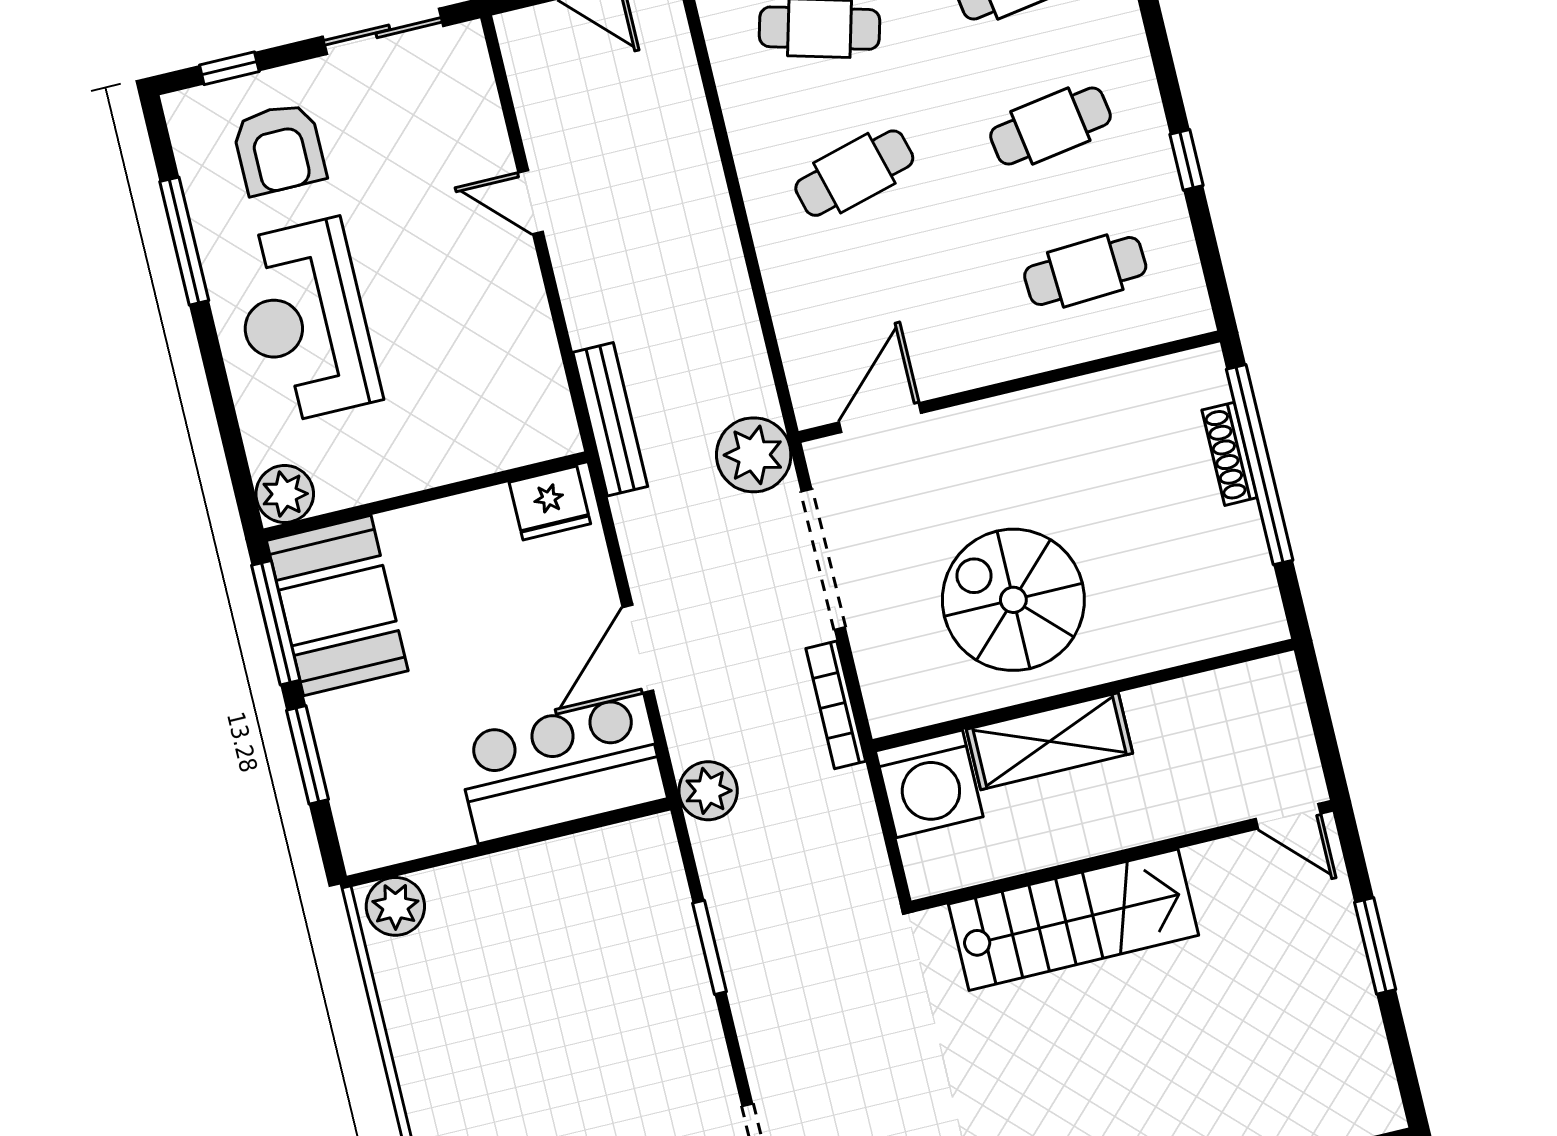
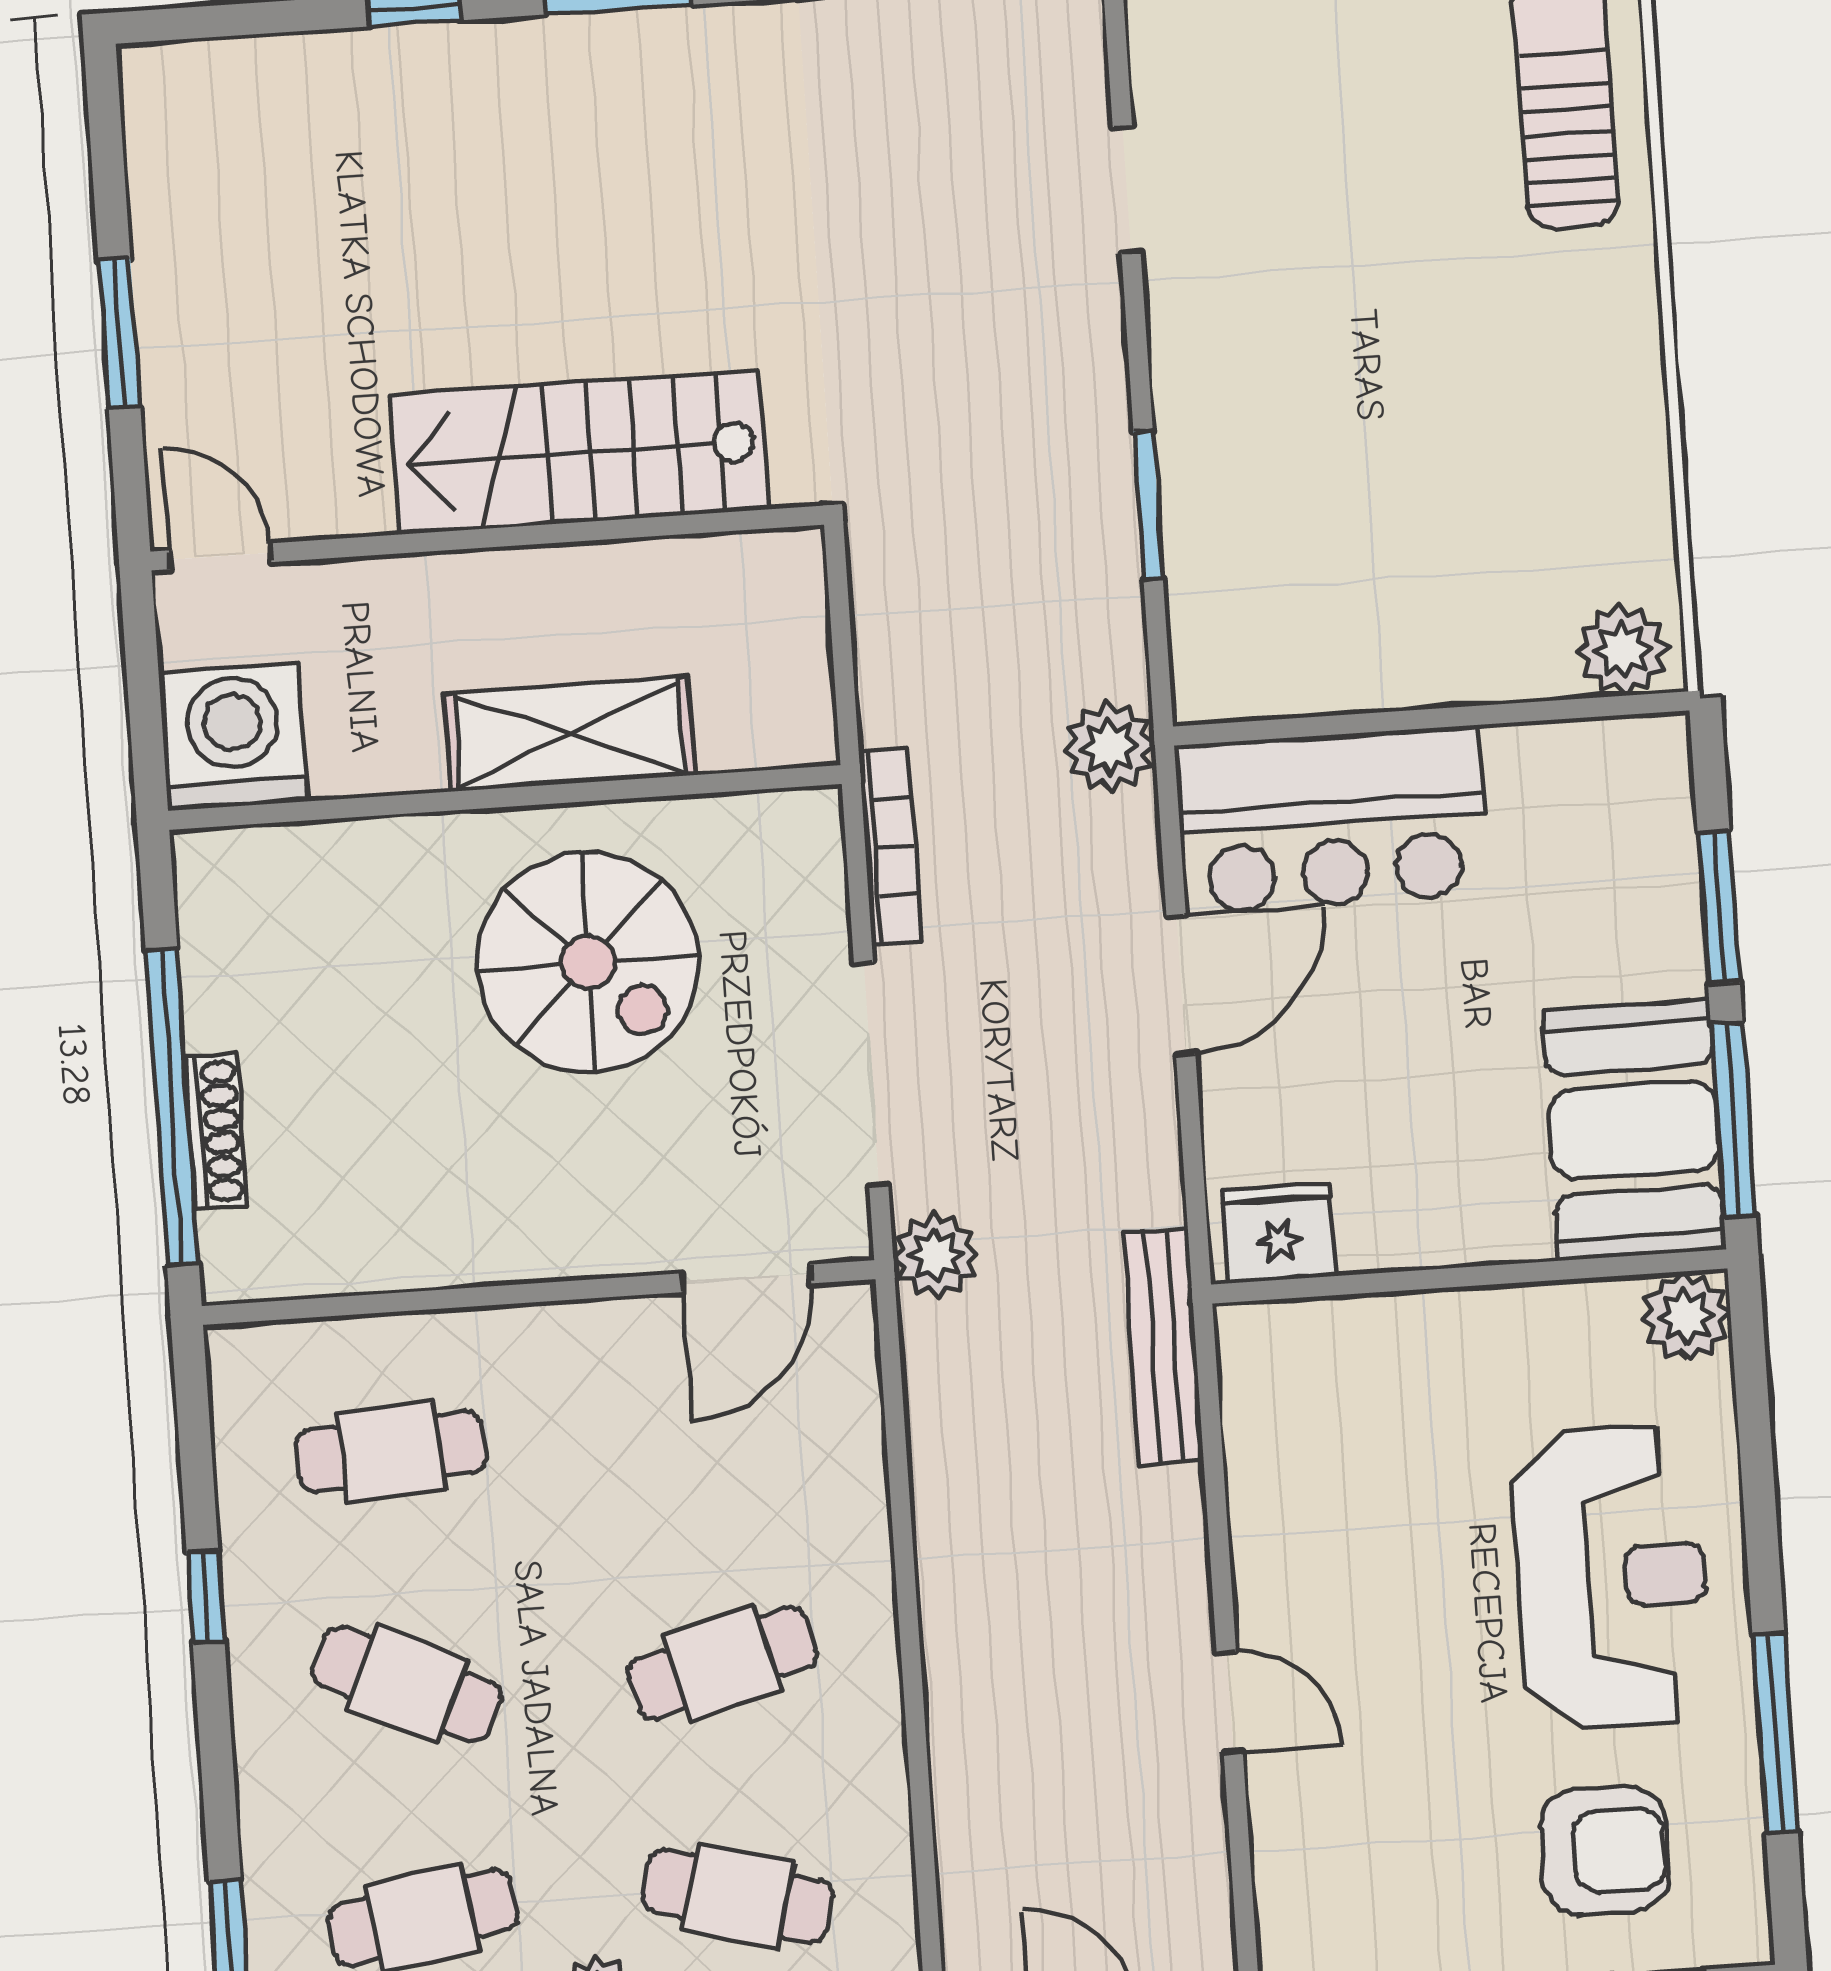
cafe table: (1050, 126) -> (407, 1684), turned 33
armchair: (279, 149) -> (1604, 1851), turned 90
plant: (754, 455) -> (936, 1255), width x0.73, depth x0.73
washing machine: (929, 784) -> (233, 736), moved

